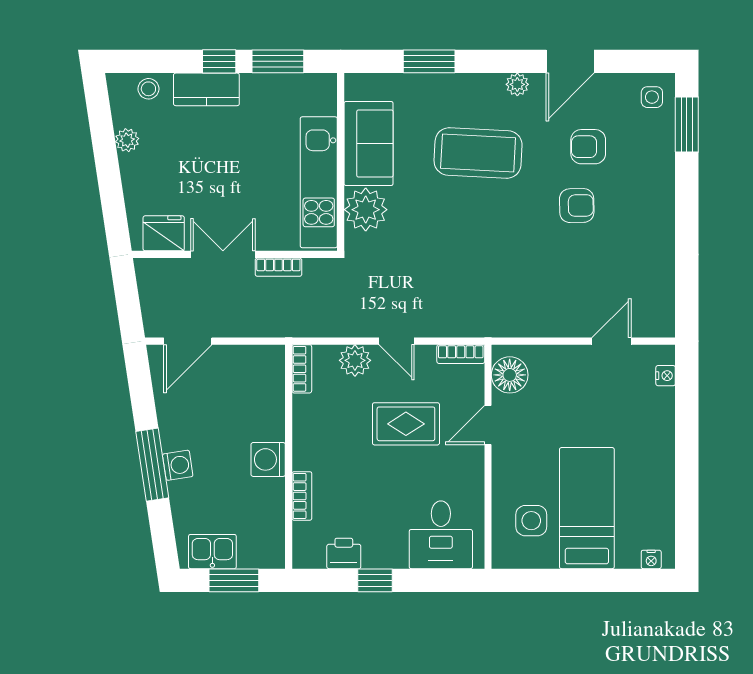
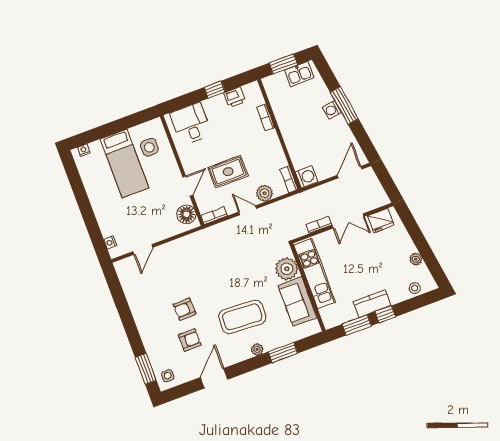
plant: (517, 84) -> (257, 349), moved
kitchen counter: (206, 89) -> (372, 304), moved
washing machine: (268, 459) -> (307, 177), moved

